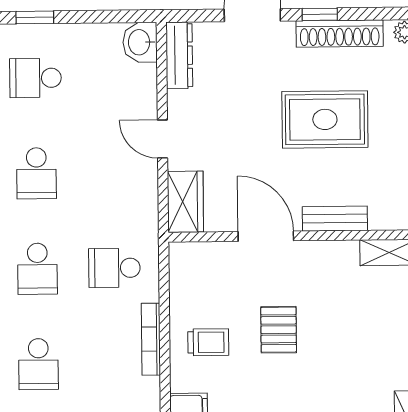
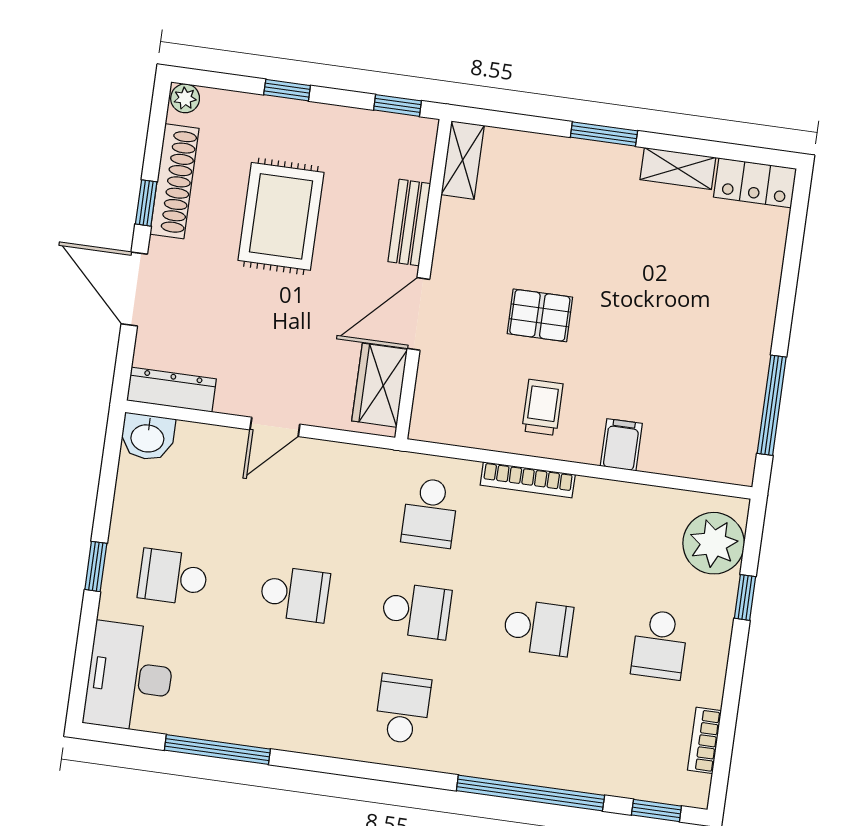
school desk: (35, 78) -> (173, 577), turned 90
wardrobe: (185, 202) -> (380, 385), moved, turned -90

